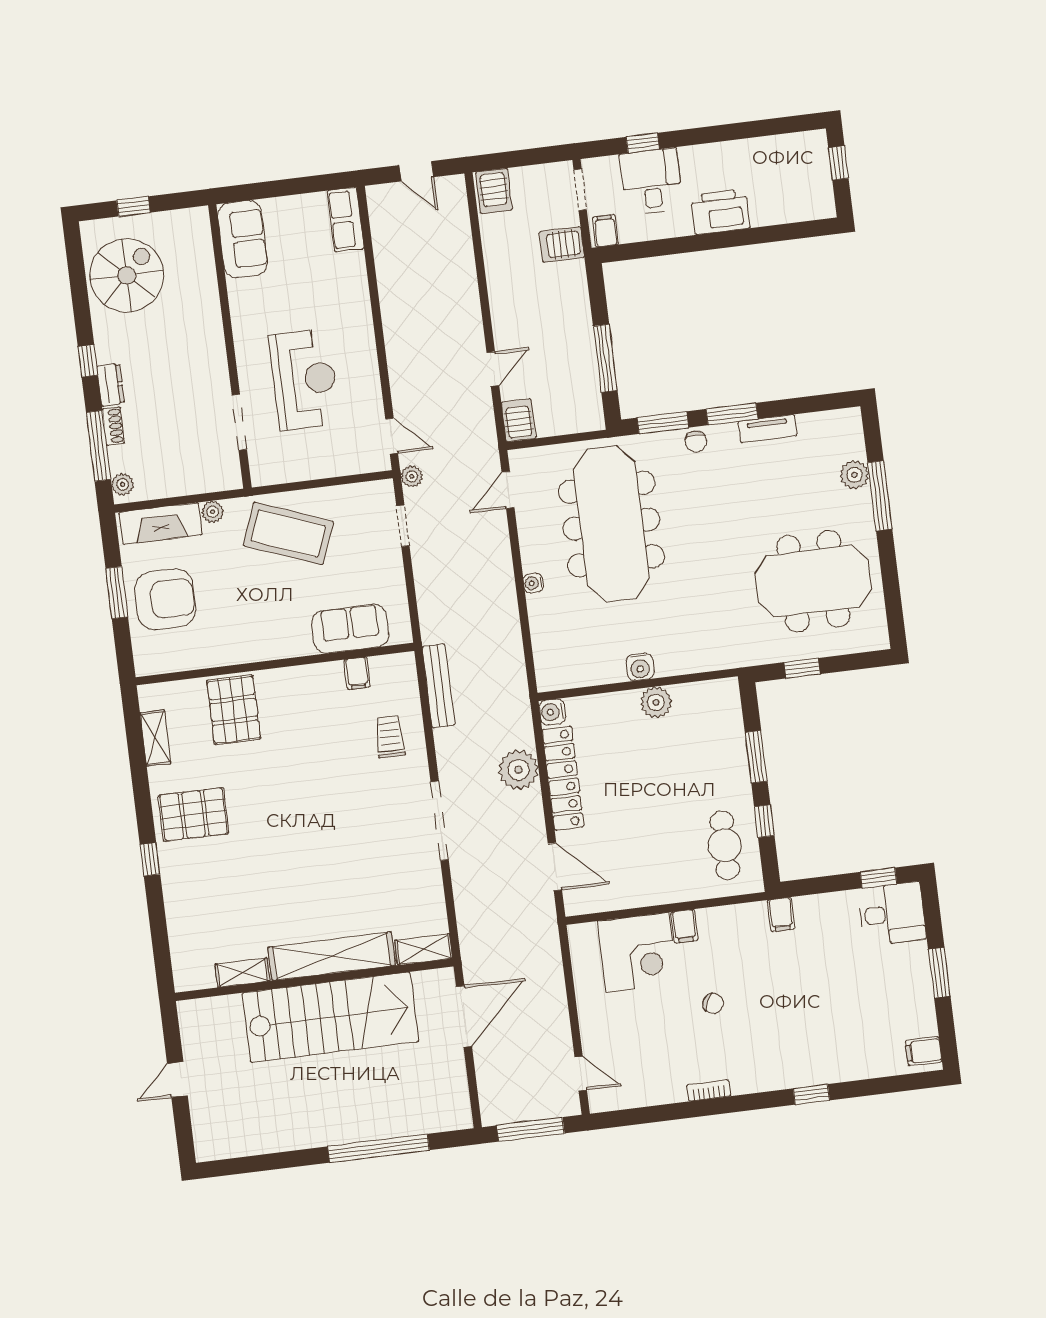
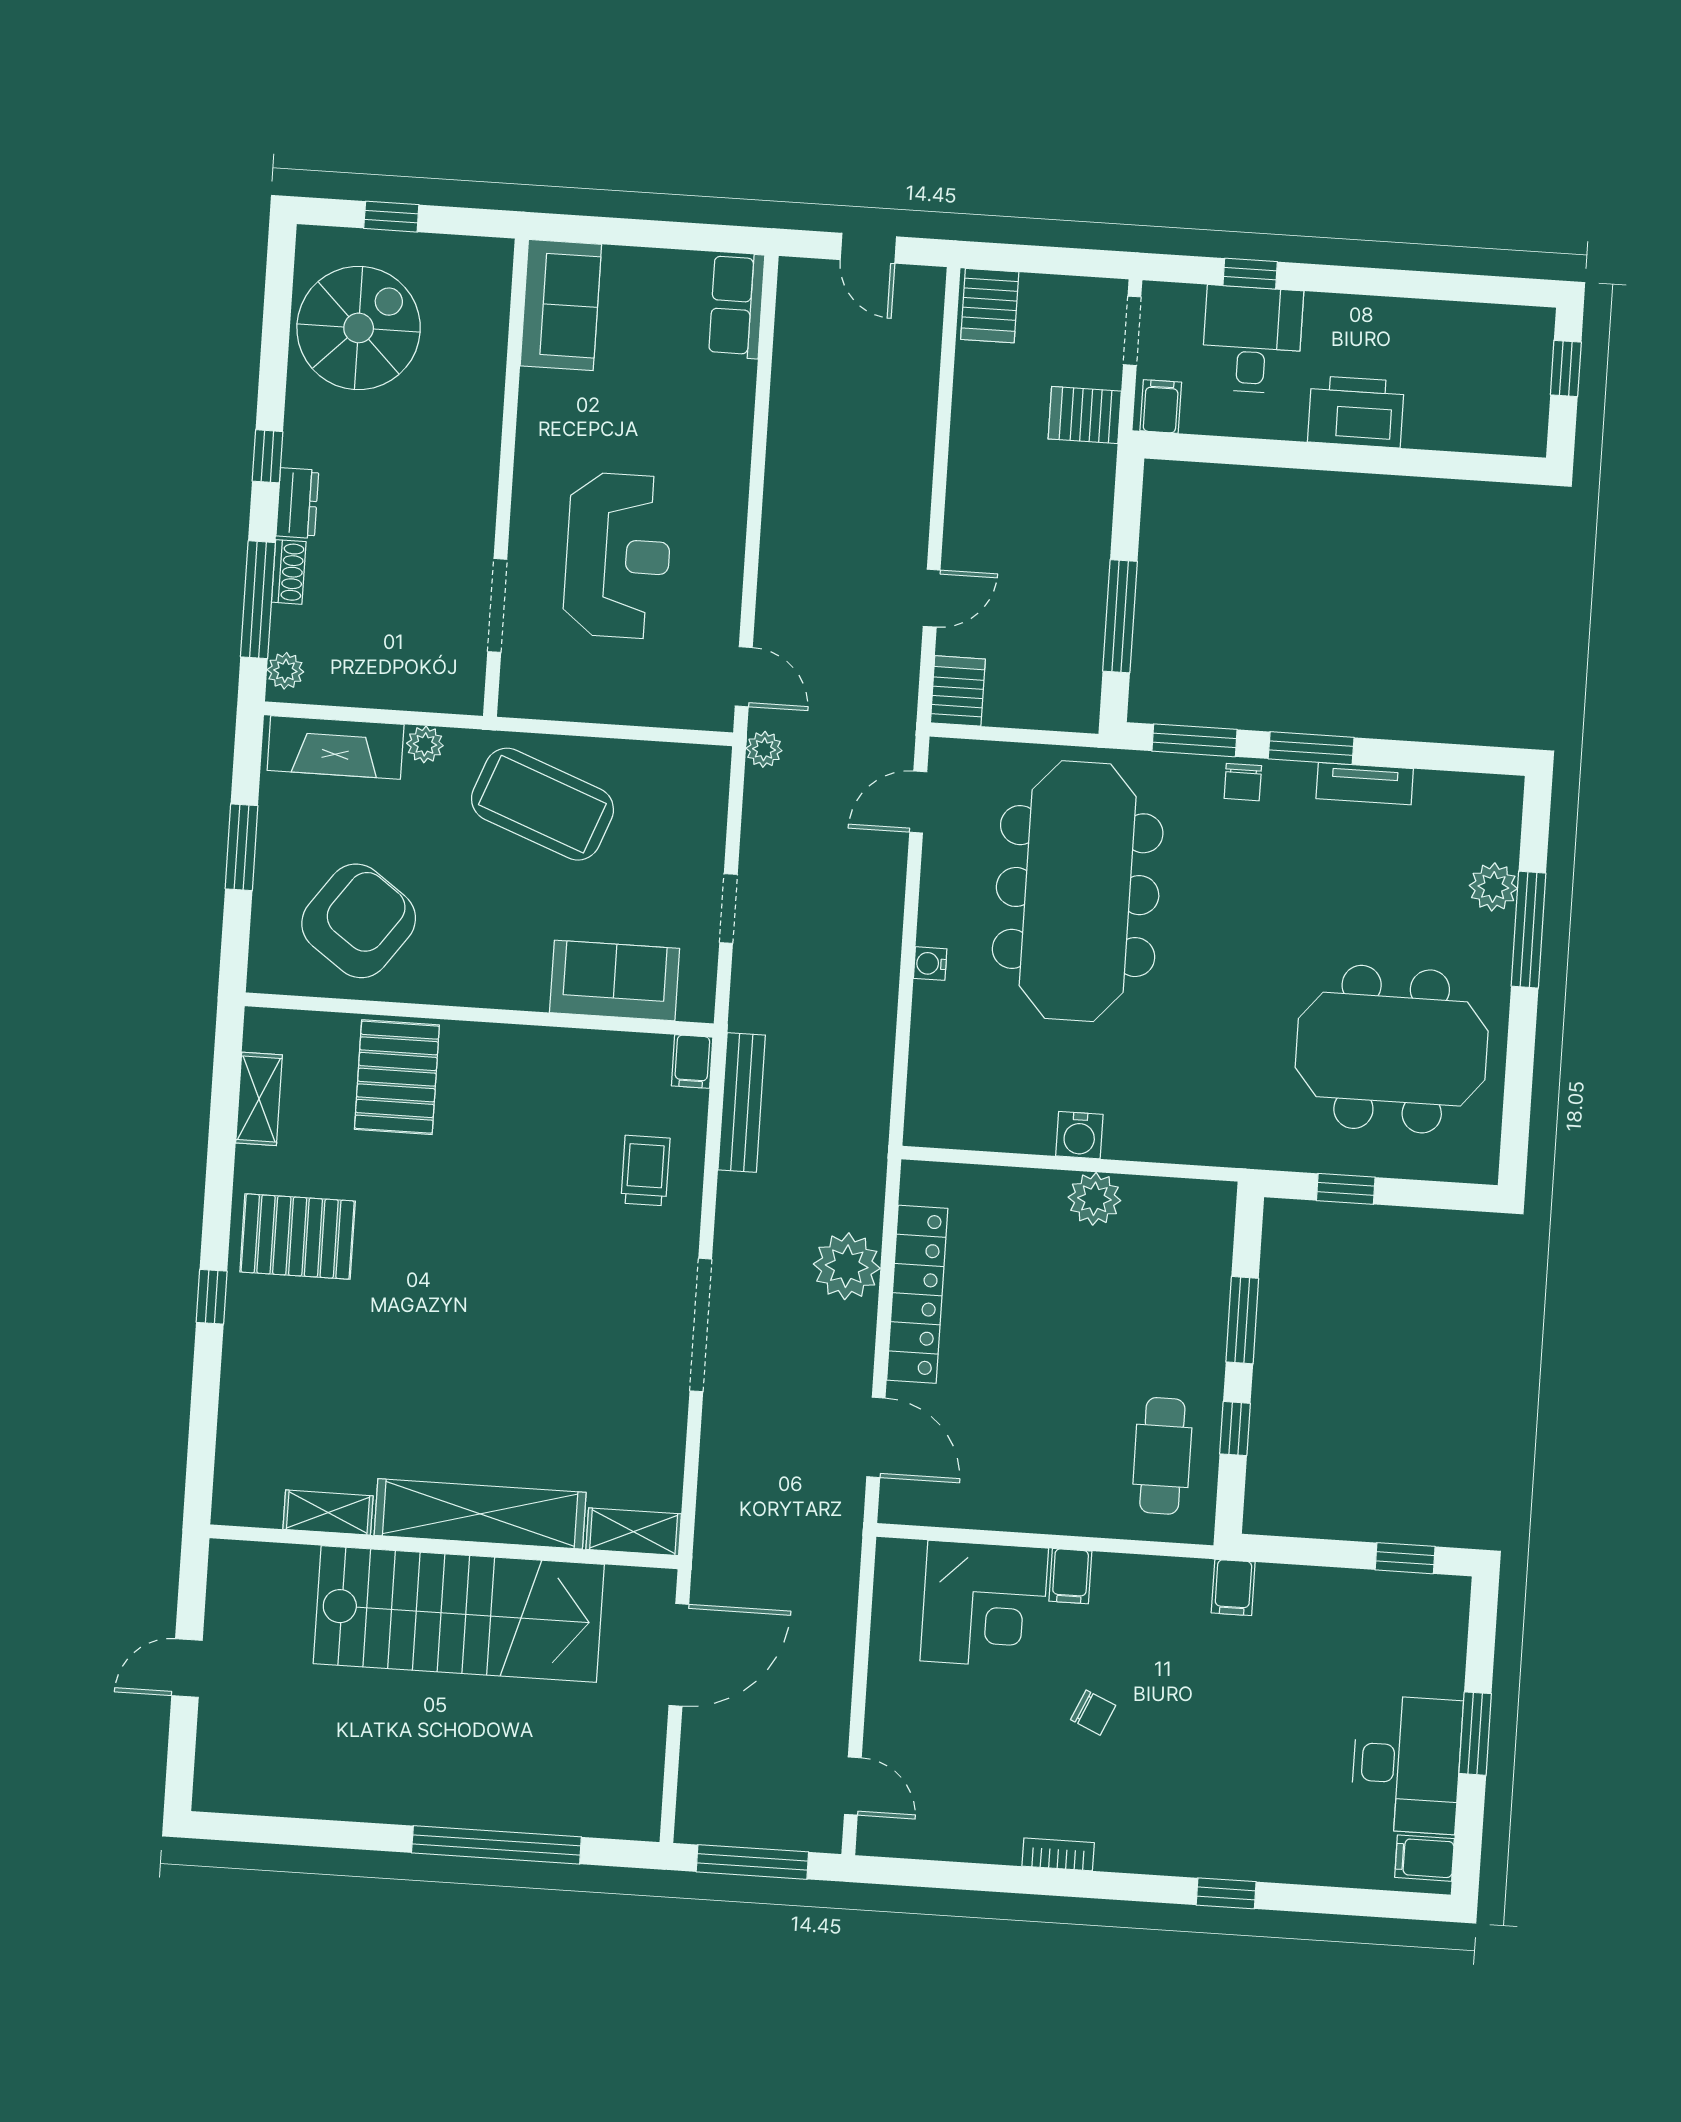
doorway: (403, 526) -> (728, 908), moved
armchair: (165, 599) -> (359, 921), moved, turned -54
filing cabinet: (357, 673) -> (692, 1061), moved
water cooler: (552, 712) -> (921, 1182), removed
desk: (892, 914) -> (1406, 1764), moved, width x1.37

